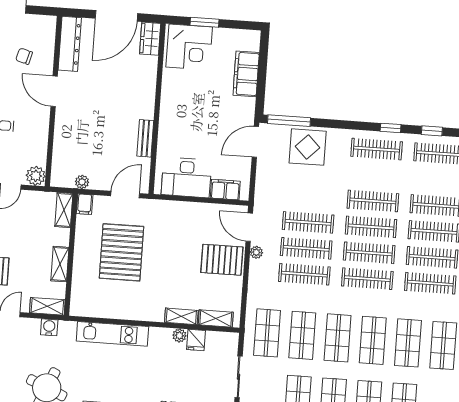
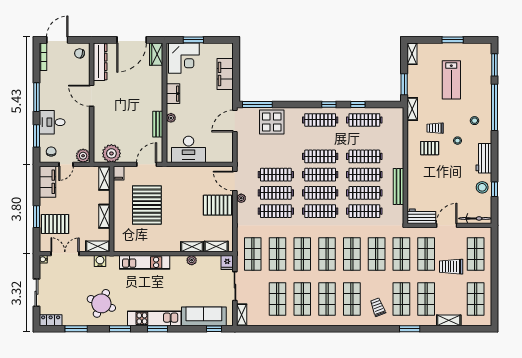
chair: (24, 56) -> (79, 53), moved
plant: (165, 131) -> (171, 118), added
plant: (82, 182) -> (111, 153), width x1.87, depth x1.87
filing cabinet: (225, 190) -> (173, 94), moved, turned 90
fridge: (196, 340) -> (227, 263), moved

